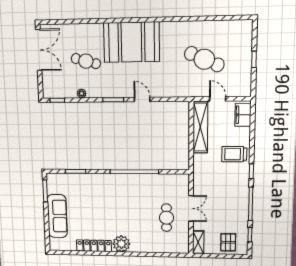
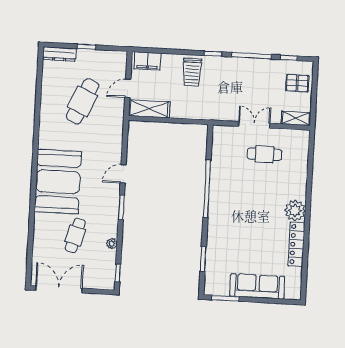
dresser: (247, 35) -> (59, 54), added
shelving: (200, 127) -> (149, 109), width x0.68

